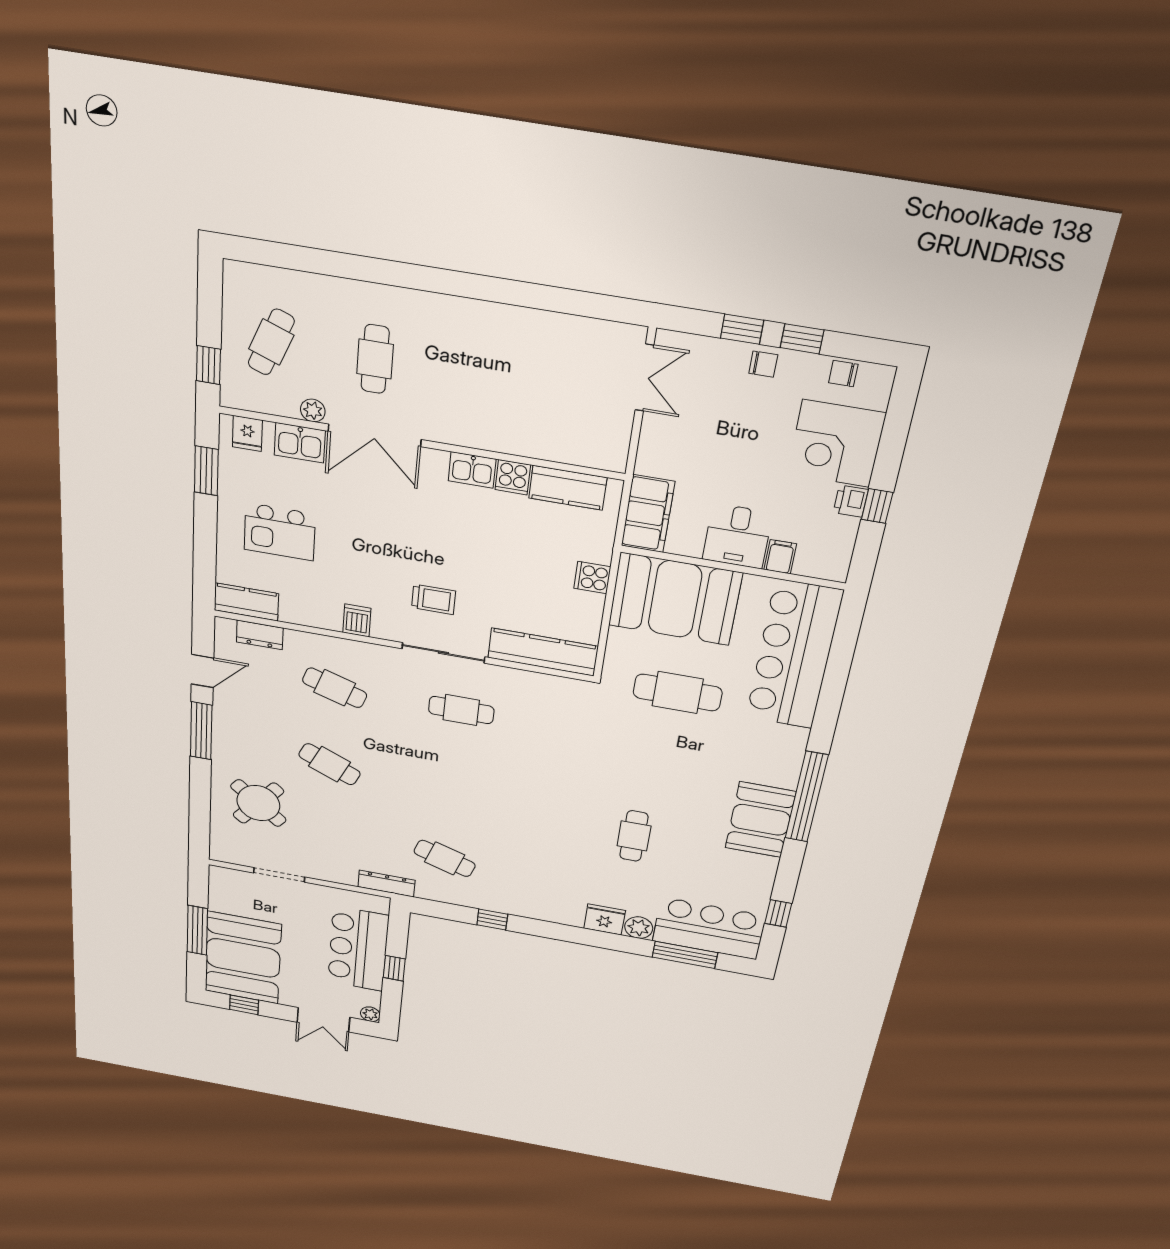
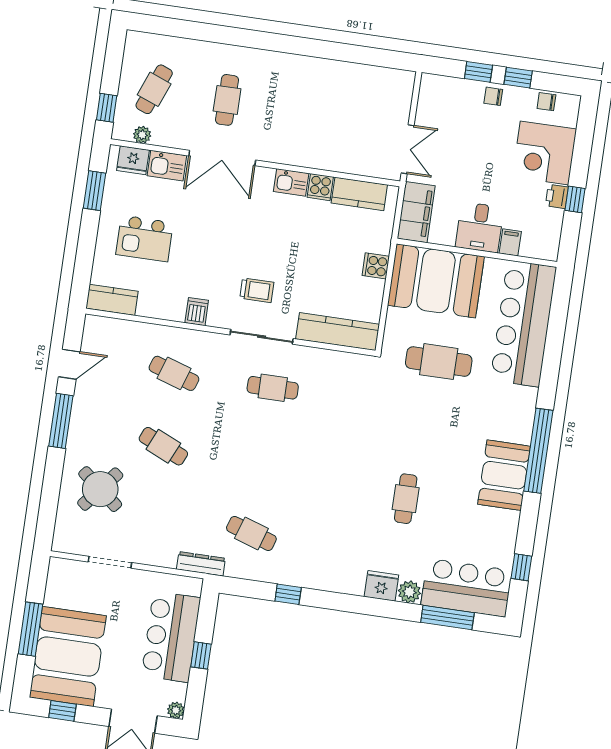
chair: (763, 364) -> (493, 96), turned 180
double door: (644, 378) -> (408, 149), moved
plant: (313, 410) -> (142, 135), moved
fridge: (247, 433) -> (133, 160), width x1.38
dresser: (260, 635) -> (119, 329), removed

